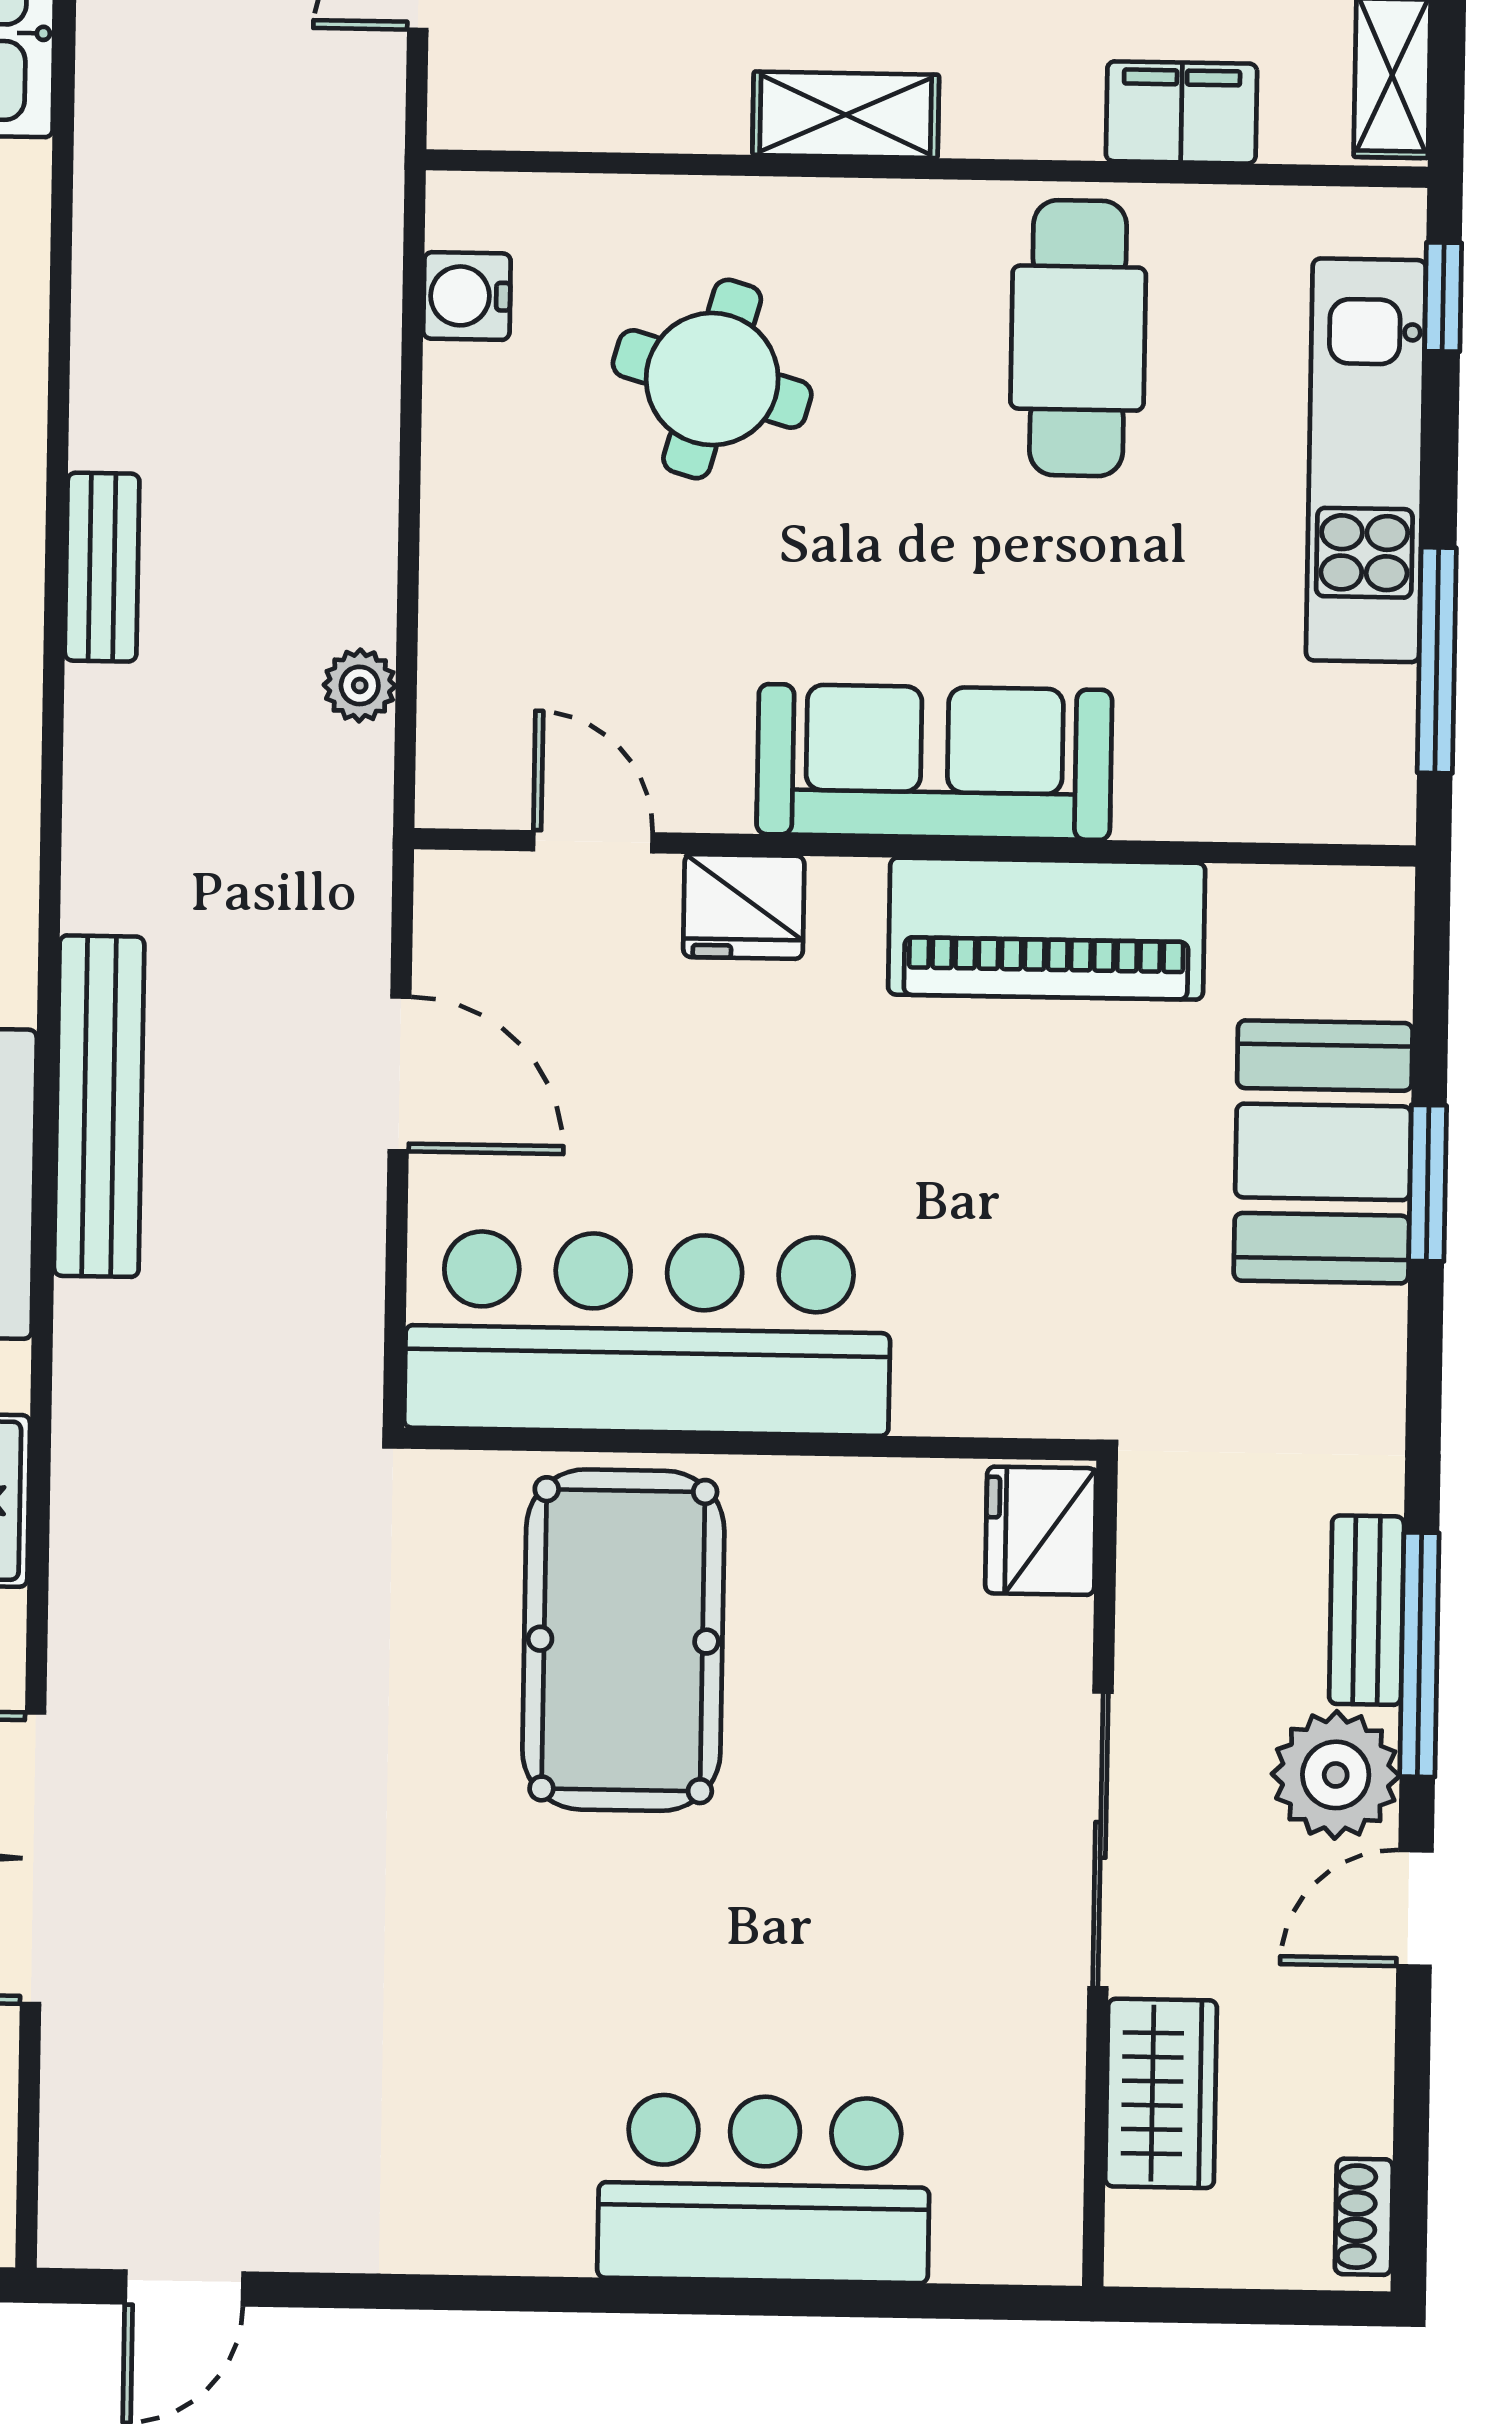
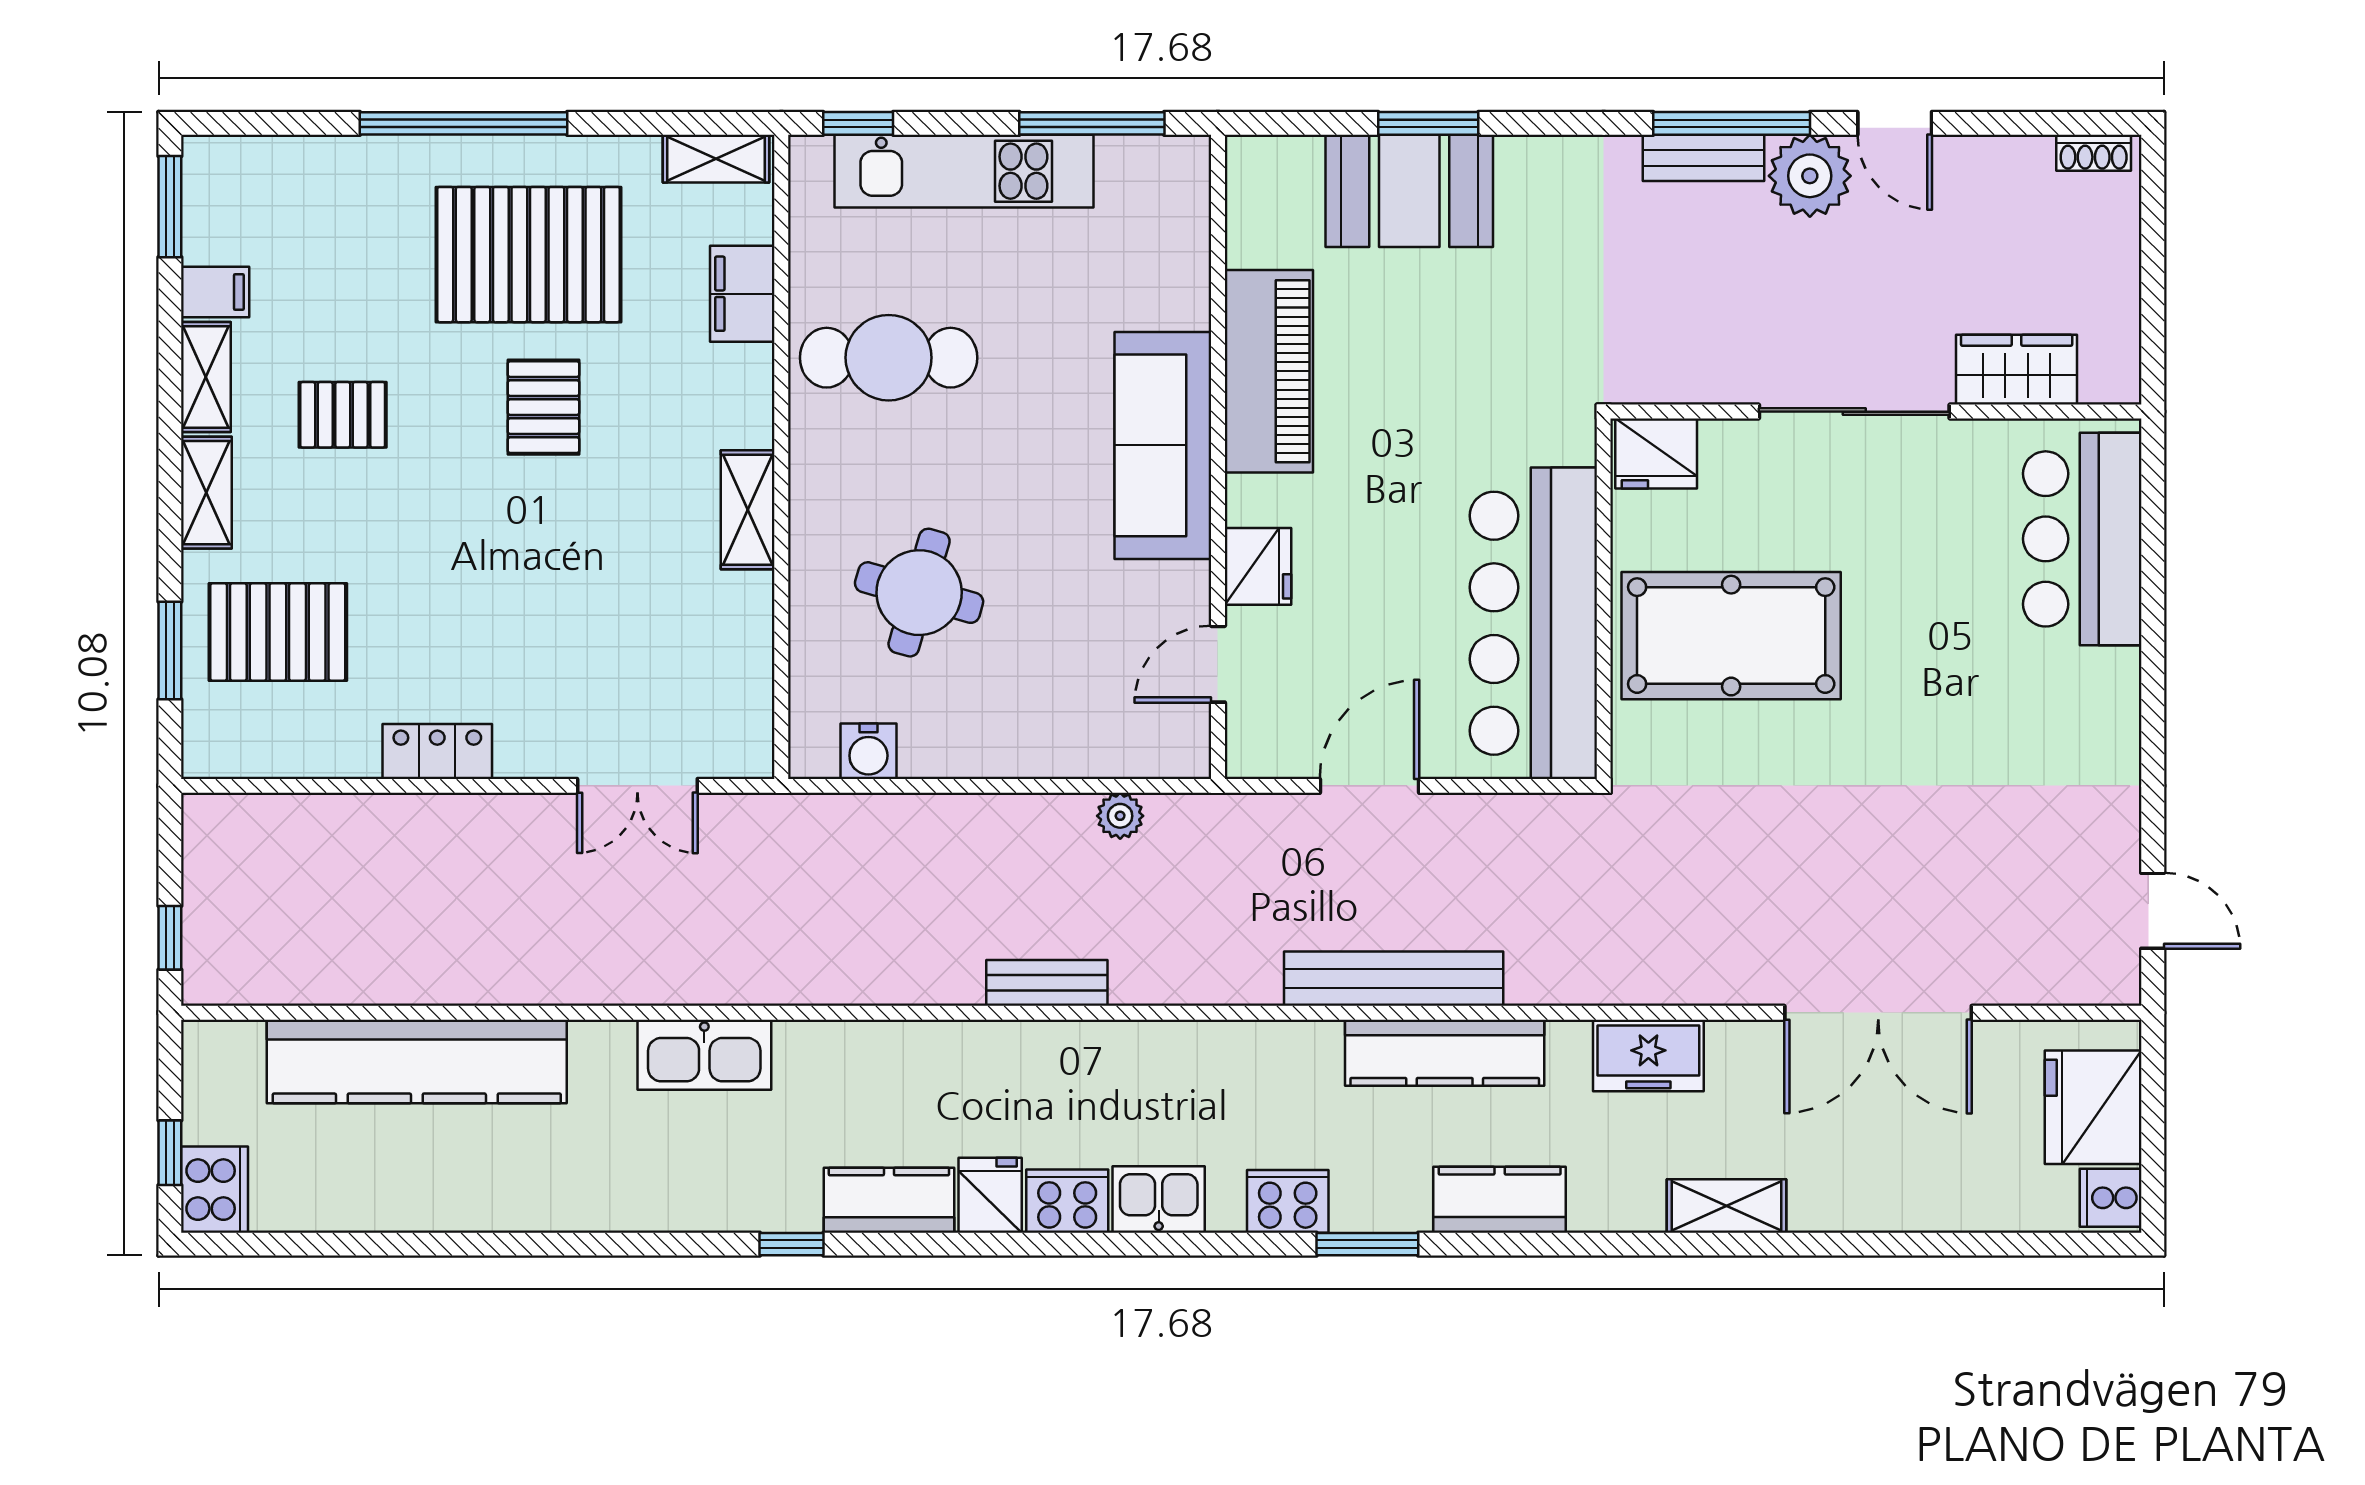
fridge: (1041, 1531) -> (1656, 453), moved
sliding door: (1100, 1840) -> (1854, 412), moved
wall: (1100, 1874) -> (1876, 412), moved
wardrobe: (1161, 2093) -> (2017, 370), moved

